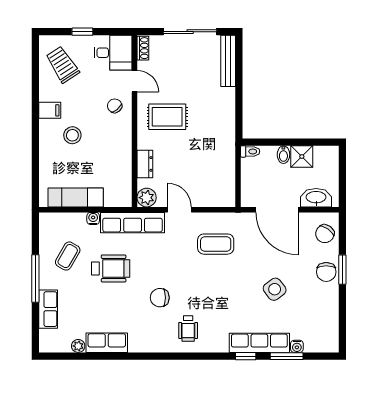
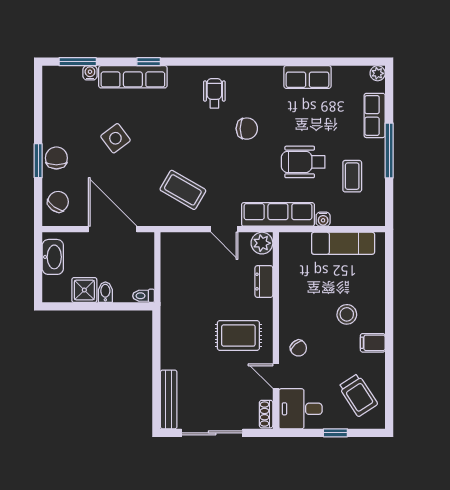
washbasin: (316, 198) -> (53, 257), moved, turned -90
coffee table: (216, 244) -> (183, 190), turned 30
coffee table: (68, 256) -> (352, 176), turned -30
plant: (78, 346) -> (378, 73), moved
window: (287, 356) -> (78, 62), moved

